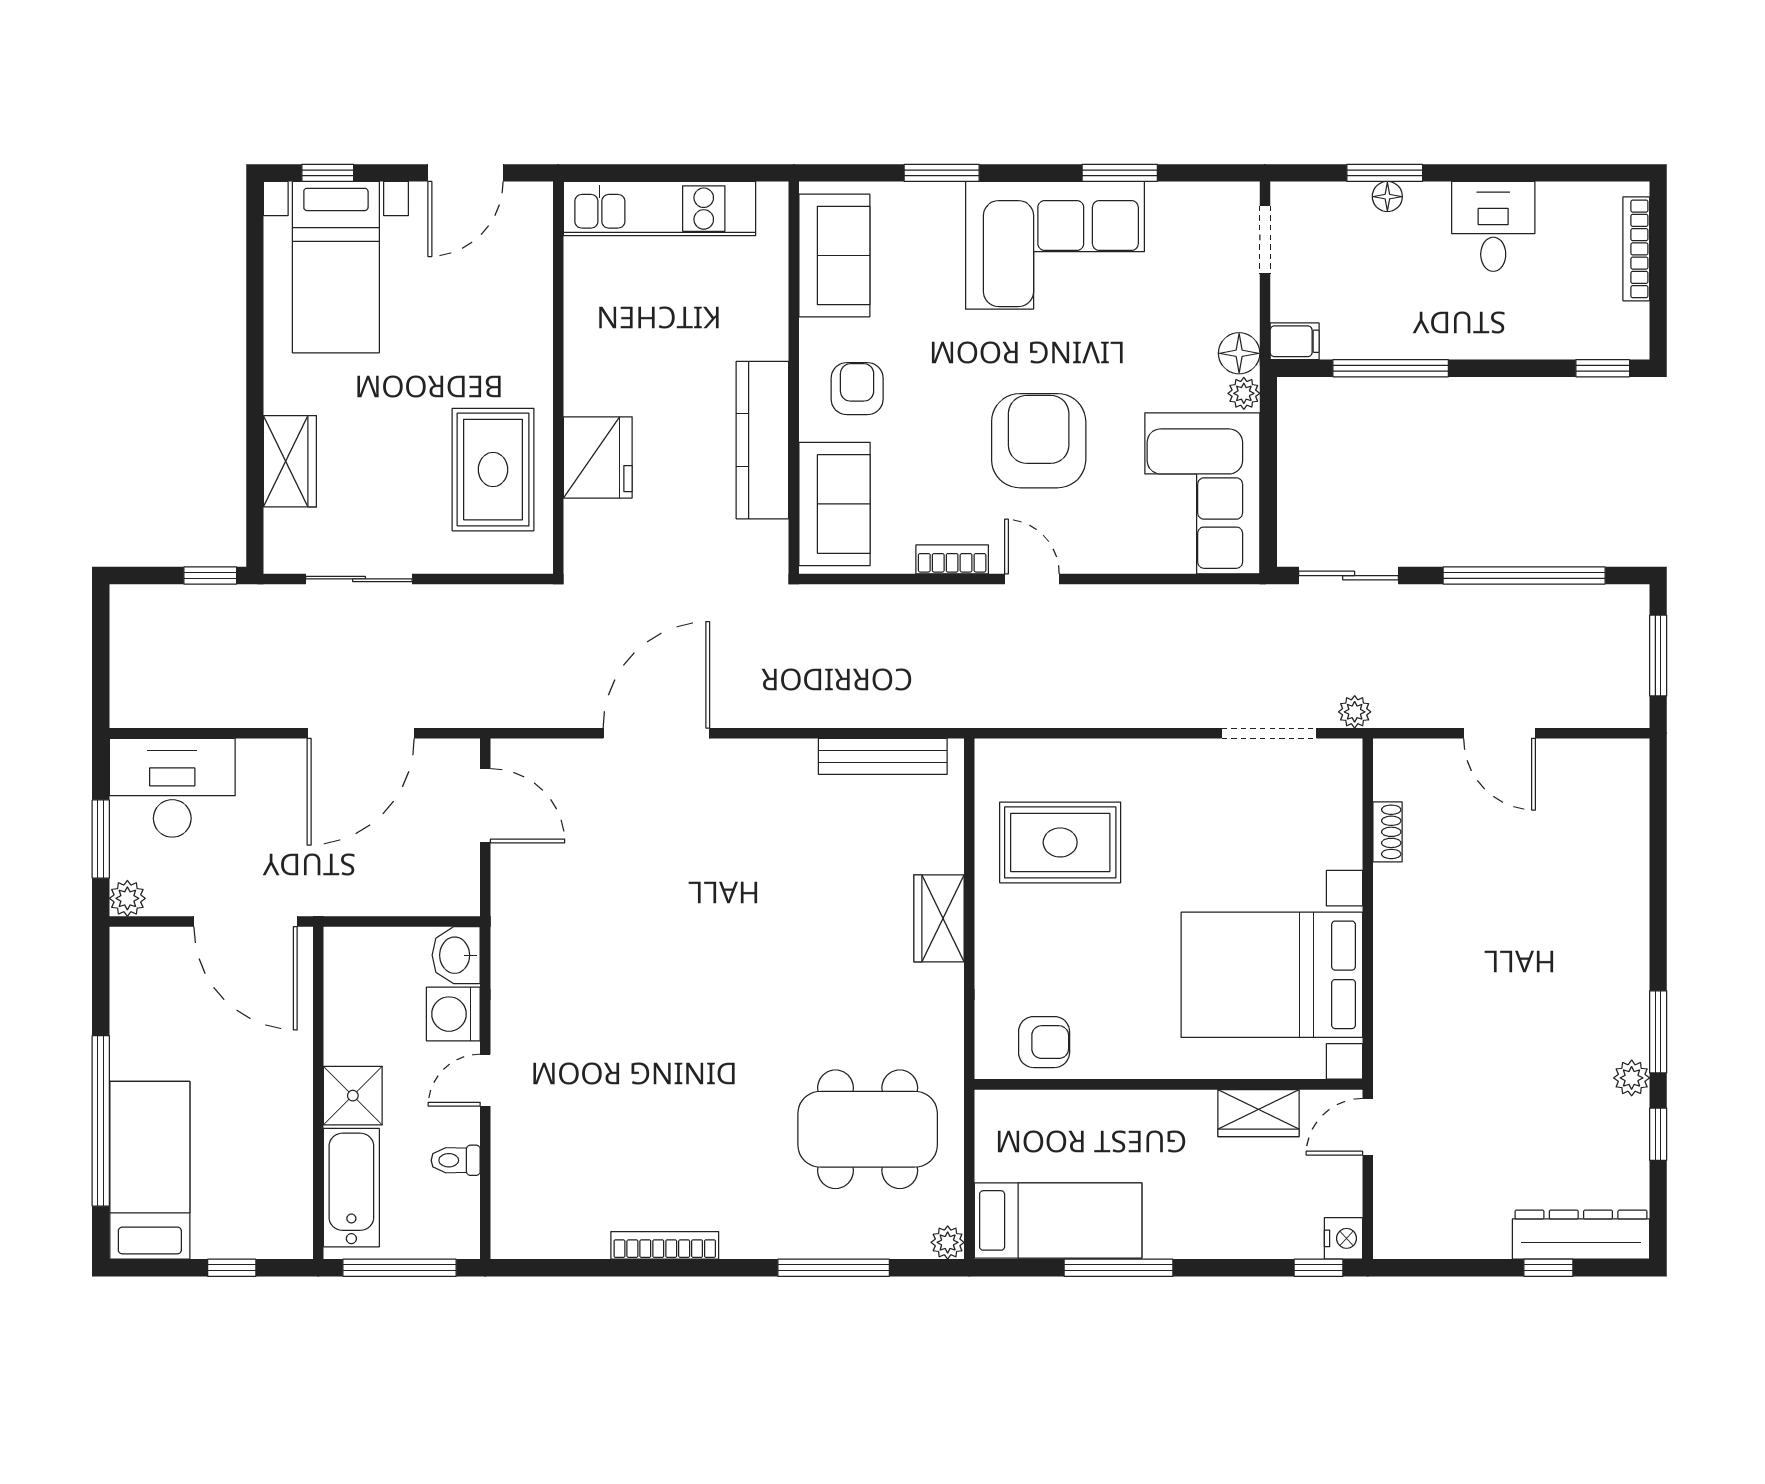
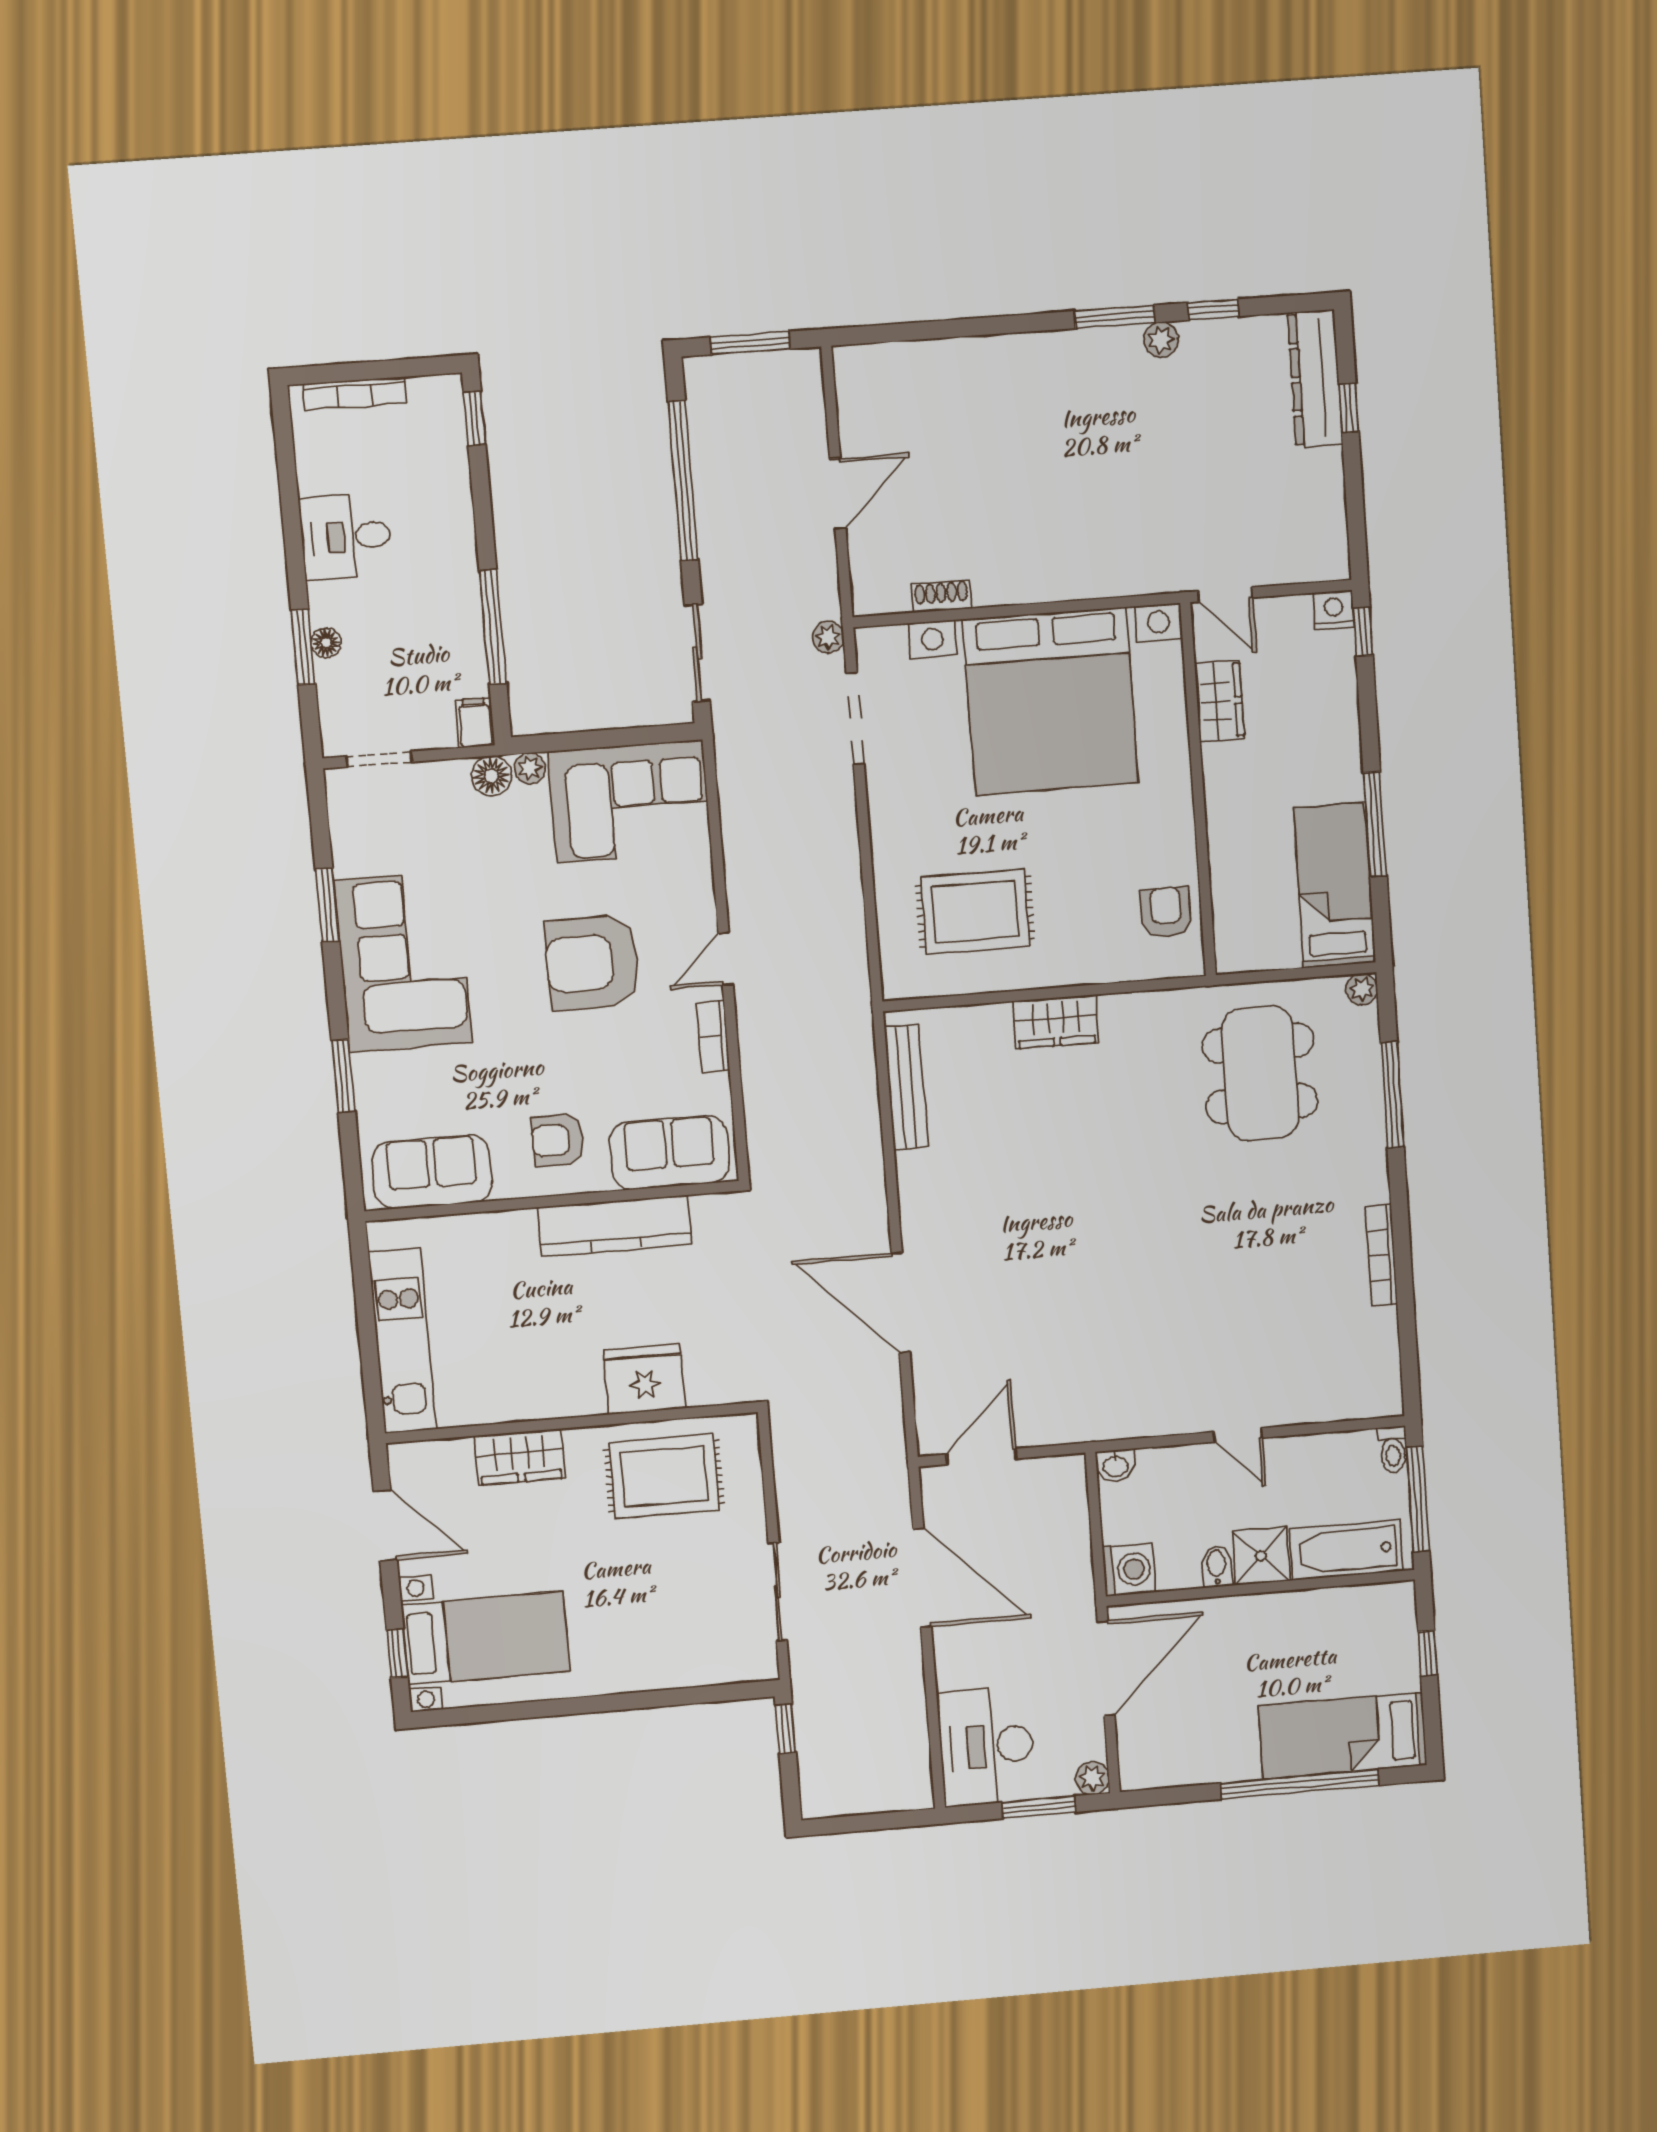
wardrobe: (290, 461) -> (520, 1457), moved, turned 180
rug: (1060, 842) -> (975, 912), turned 90
washbasin: (456, 955) -> (1115, 1466), width x0.72, depth x0.69
bed with nightstands: (1272, 975) -> (1051, 701), width x1.36
washing machine: (453, 1014) -> (1129, 1570), moved, turned -90
bidet: (346, 1048) -> (1217, 1566), added
toilet: (456, 1160) -> (1393, 1449), moved

